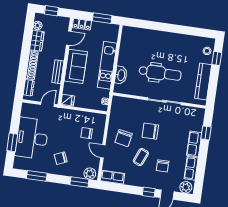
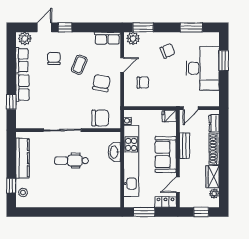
kitchen unit: (107, 65) -> (131, 161), width x1.36
dental chair: (160, 73) -> (71, 161), width x0.73, depth x0.72
chair: (150, 131) -> (100, 118), moved
door: (103, 151) -> (122, 65), hinge flipped

